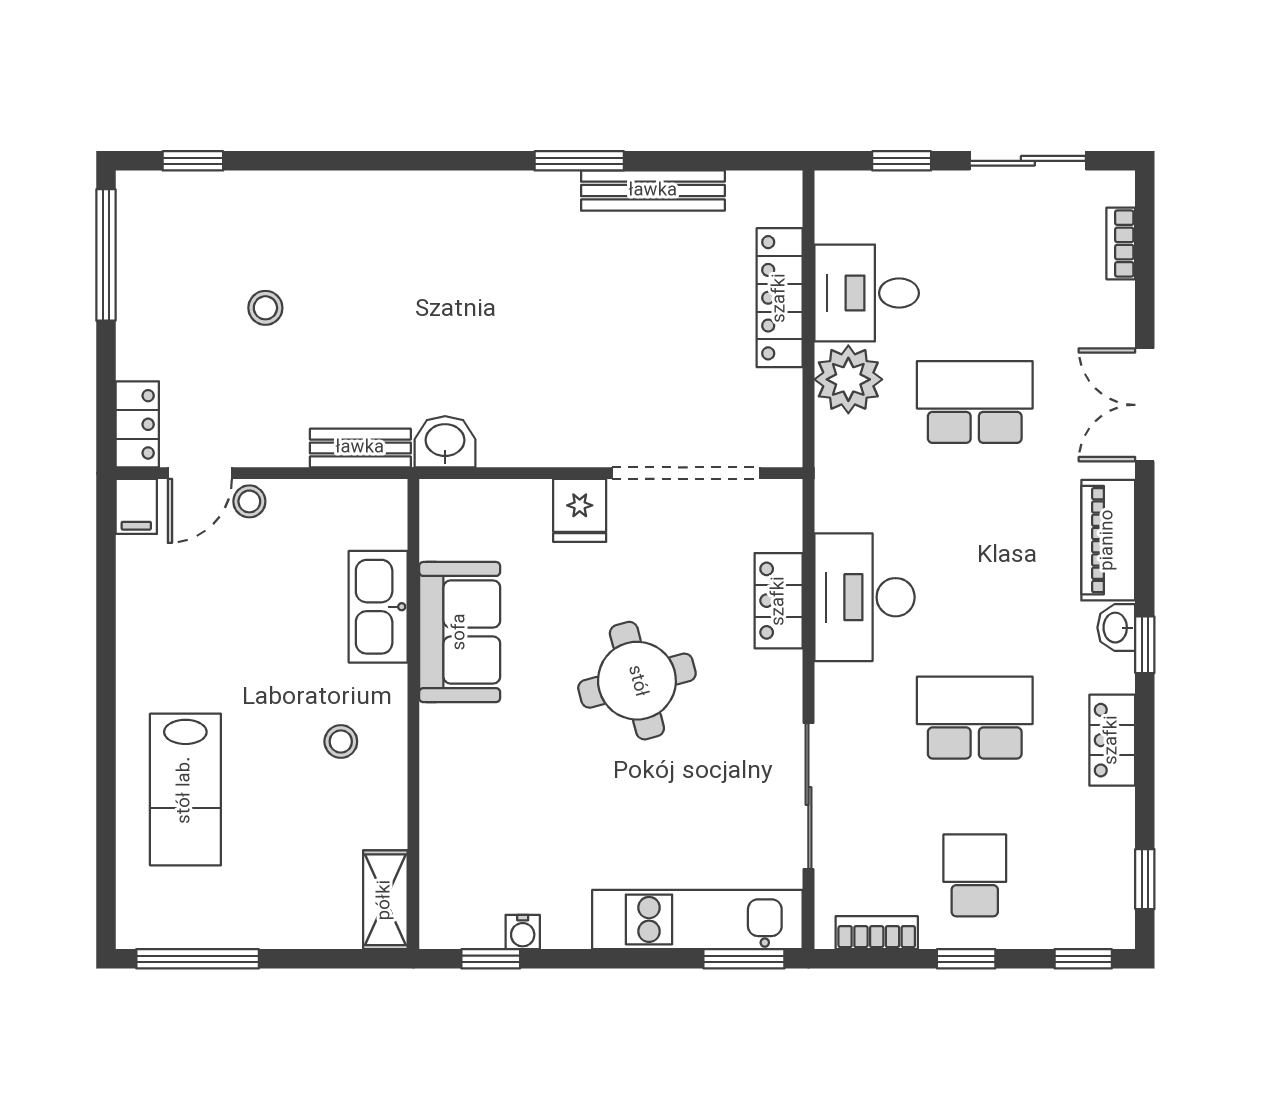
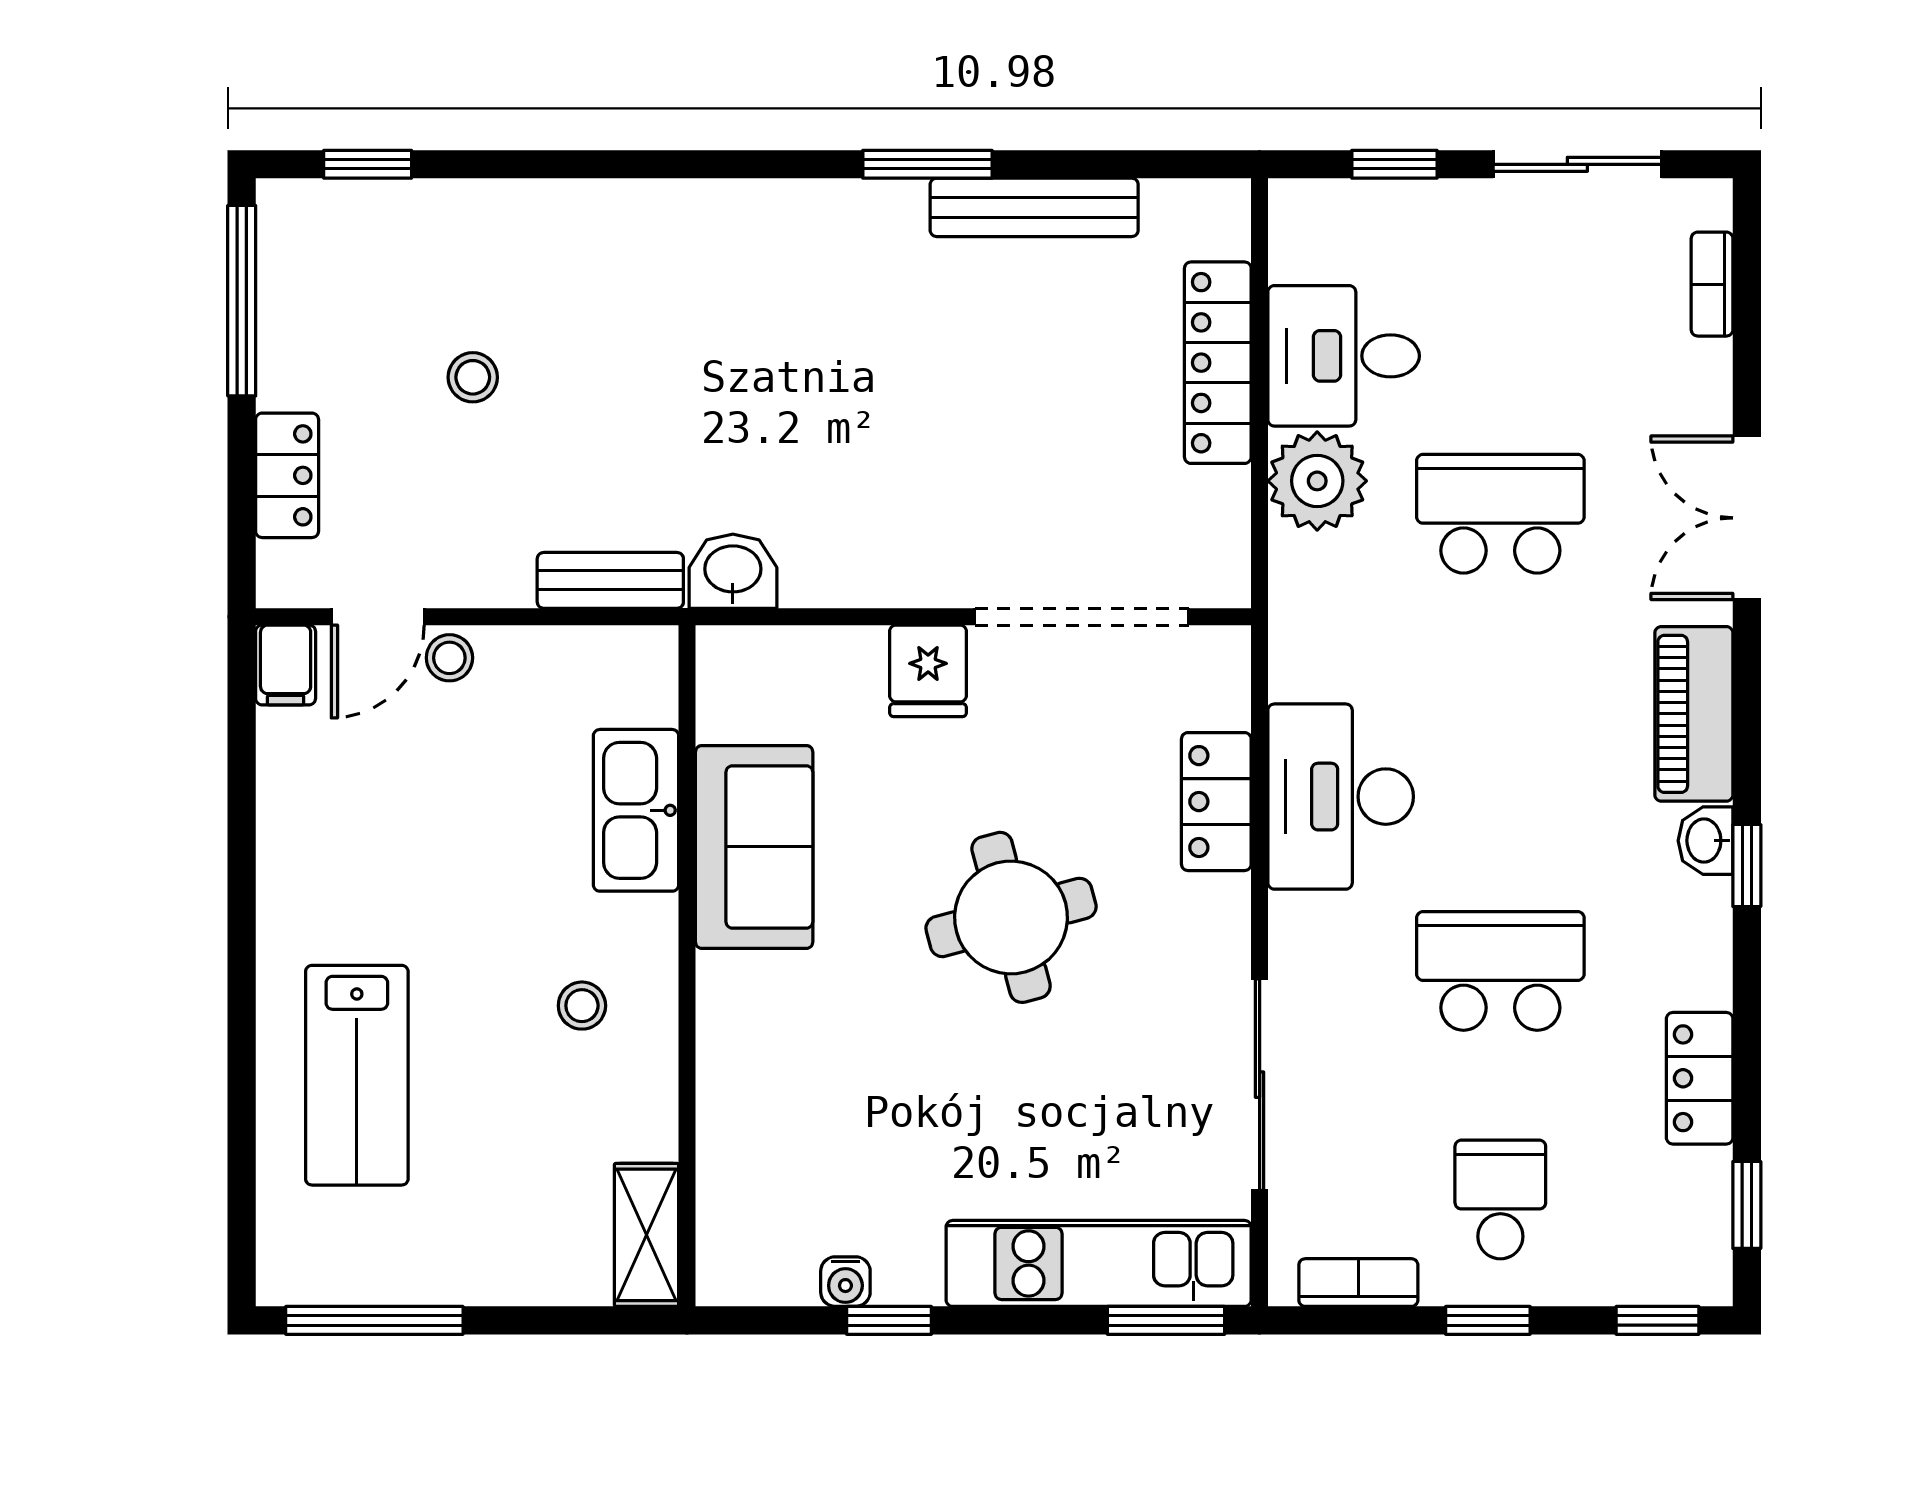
locker: (137, 424) -> (287, 475), moved
locker: (1112, 740) -> (1700, 1078), moved
window: (491, 959) -> (889, 1320), moved

